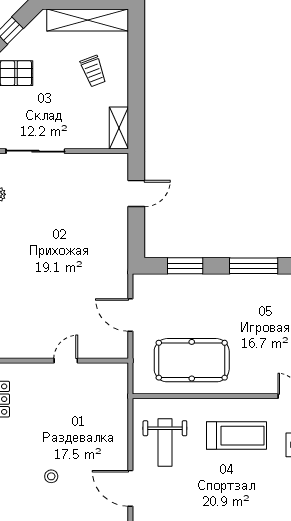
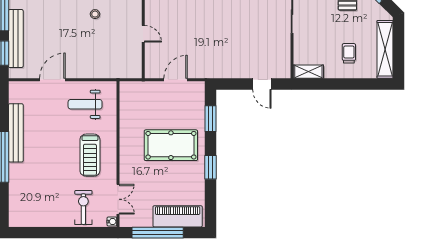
trolley: (93, 71) -> (349, 53), turned 111
window: (254, 266) -> (211, 167), width x0.69
pool table: (192, 360) -> (171, 145), moved, turned 90
stool: (51, 476) -> (95, 14), moved

